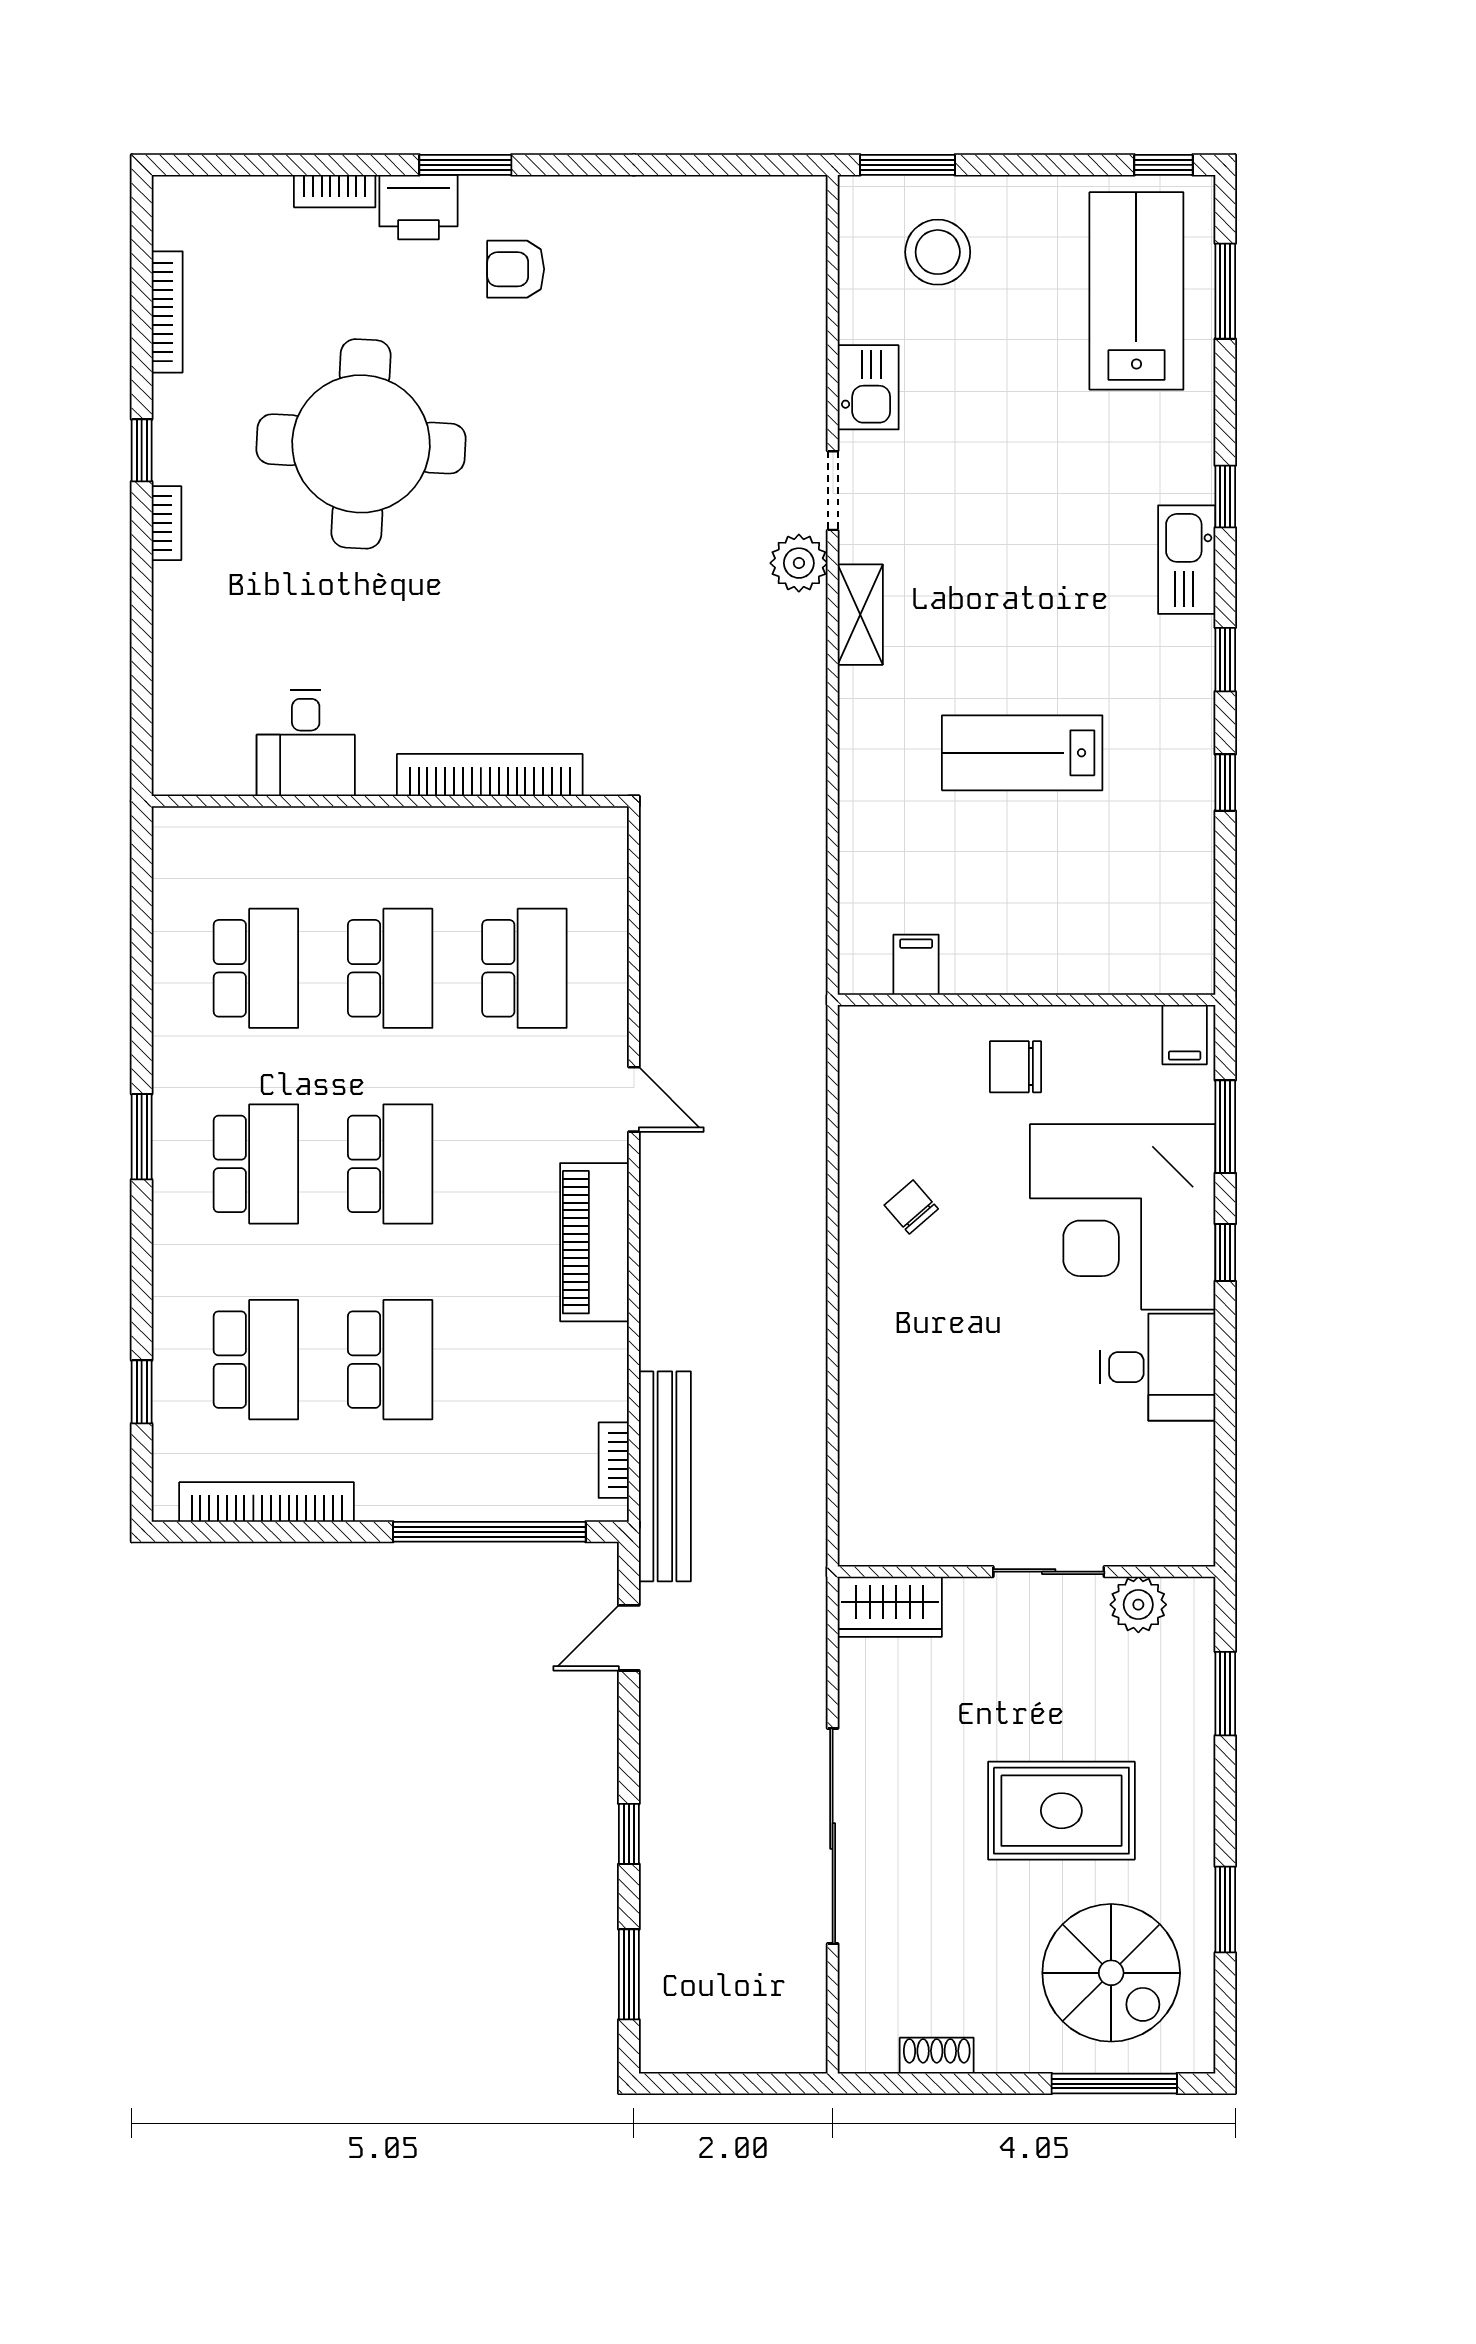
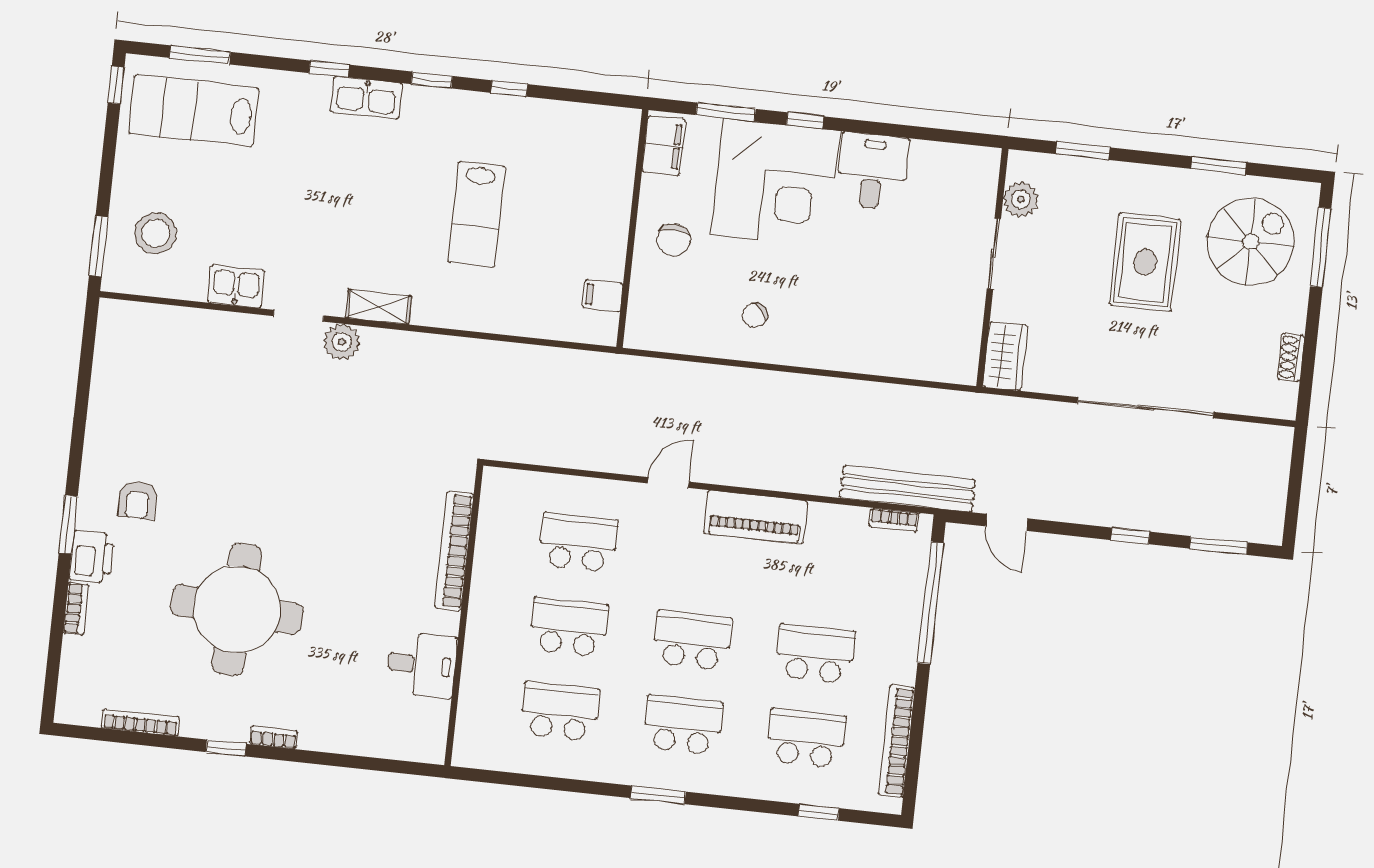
filing cabinet: (1185, 1035) -> (664, 145), width x2.00

